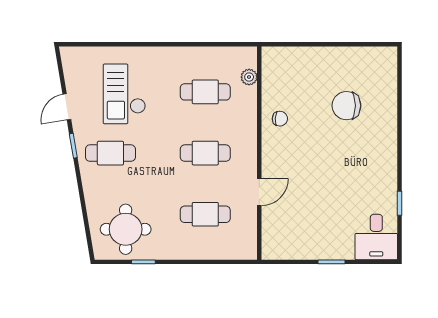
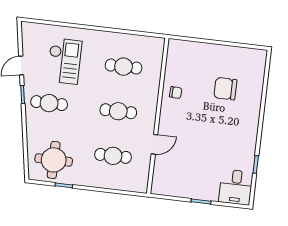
plant: (249, 77) -> (157, 59), removed
checkout: (124, 94) -> (64, 61), turned 180

